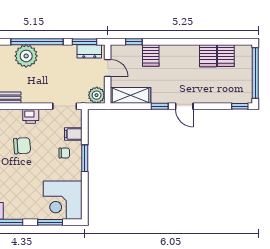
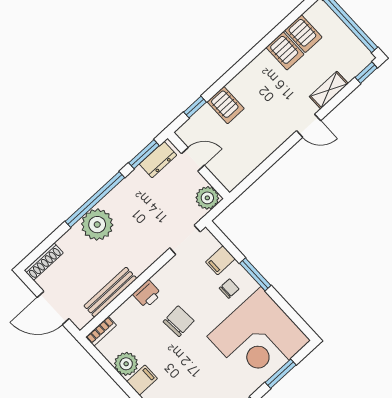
shelving: (131, 95) -> (329, 90), moved, width x0.67, depth x0.75
window: (160, 106) -> (283, 149), removed
printer: (31, 116) -> (147, 294), moved
corner desk: (63, 200) -> (259, 338), width x1.36, depth x1.36

